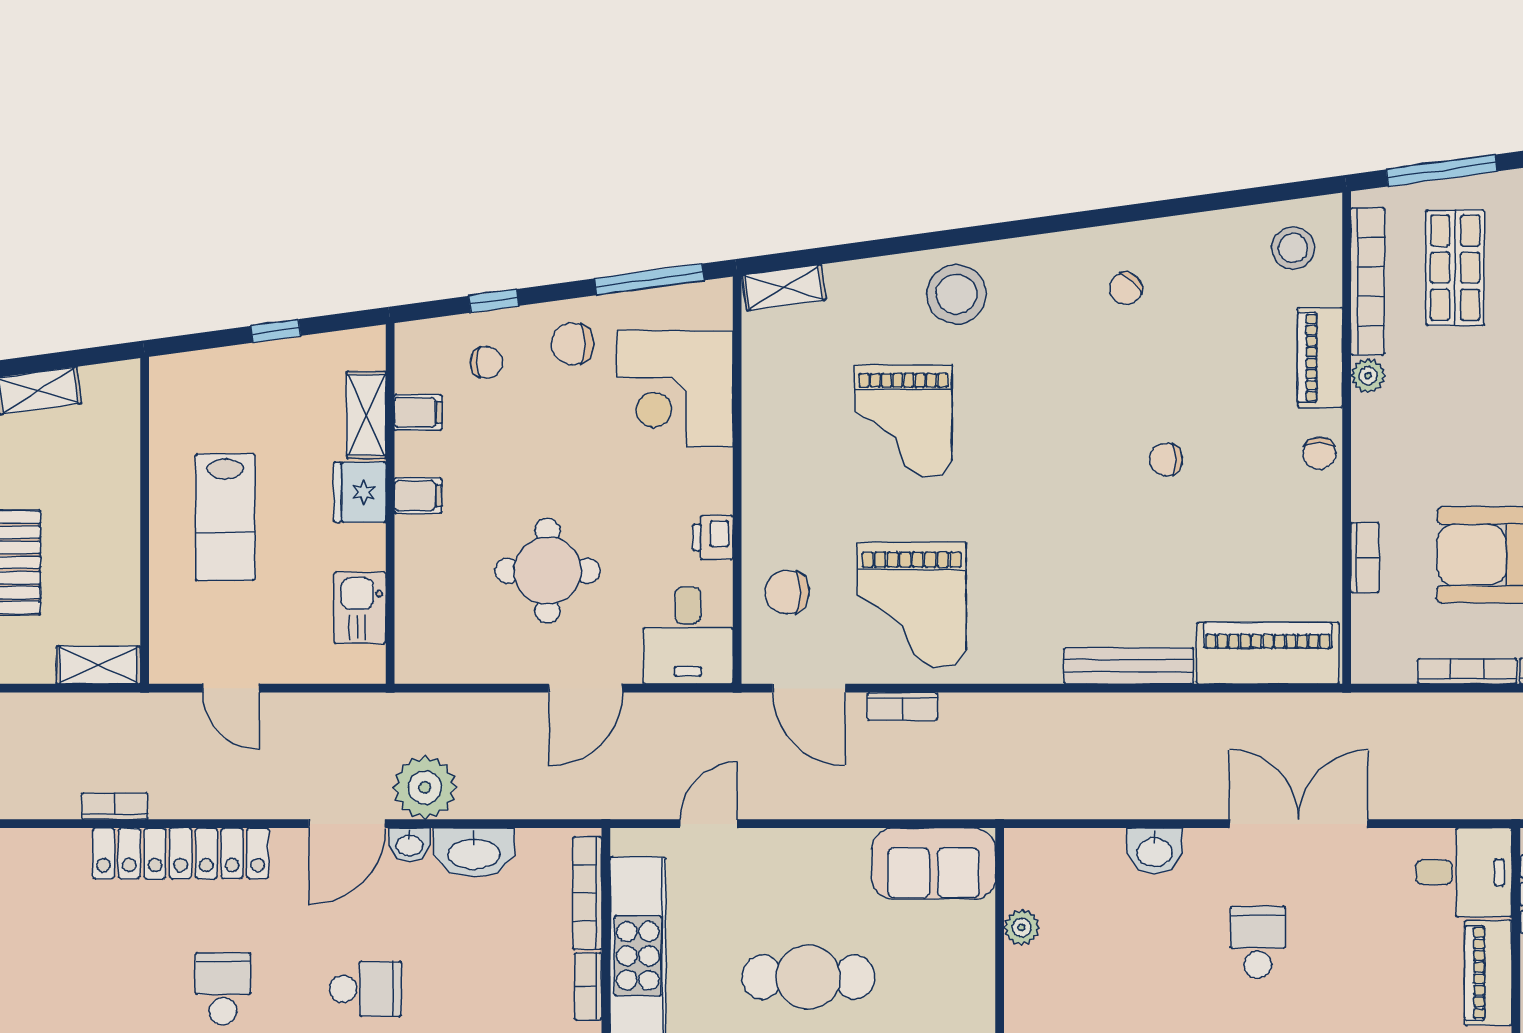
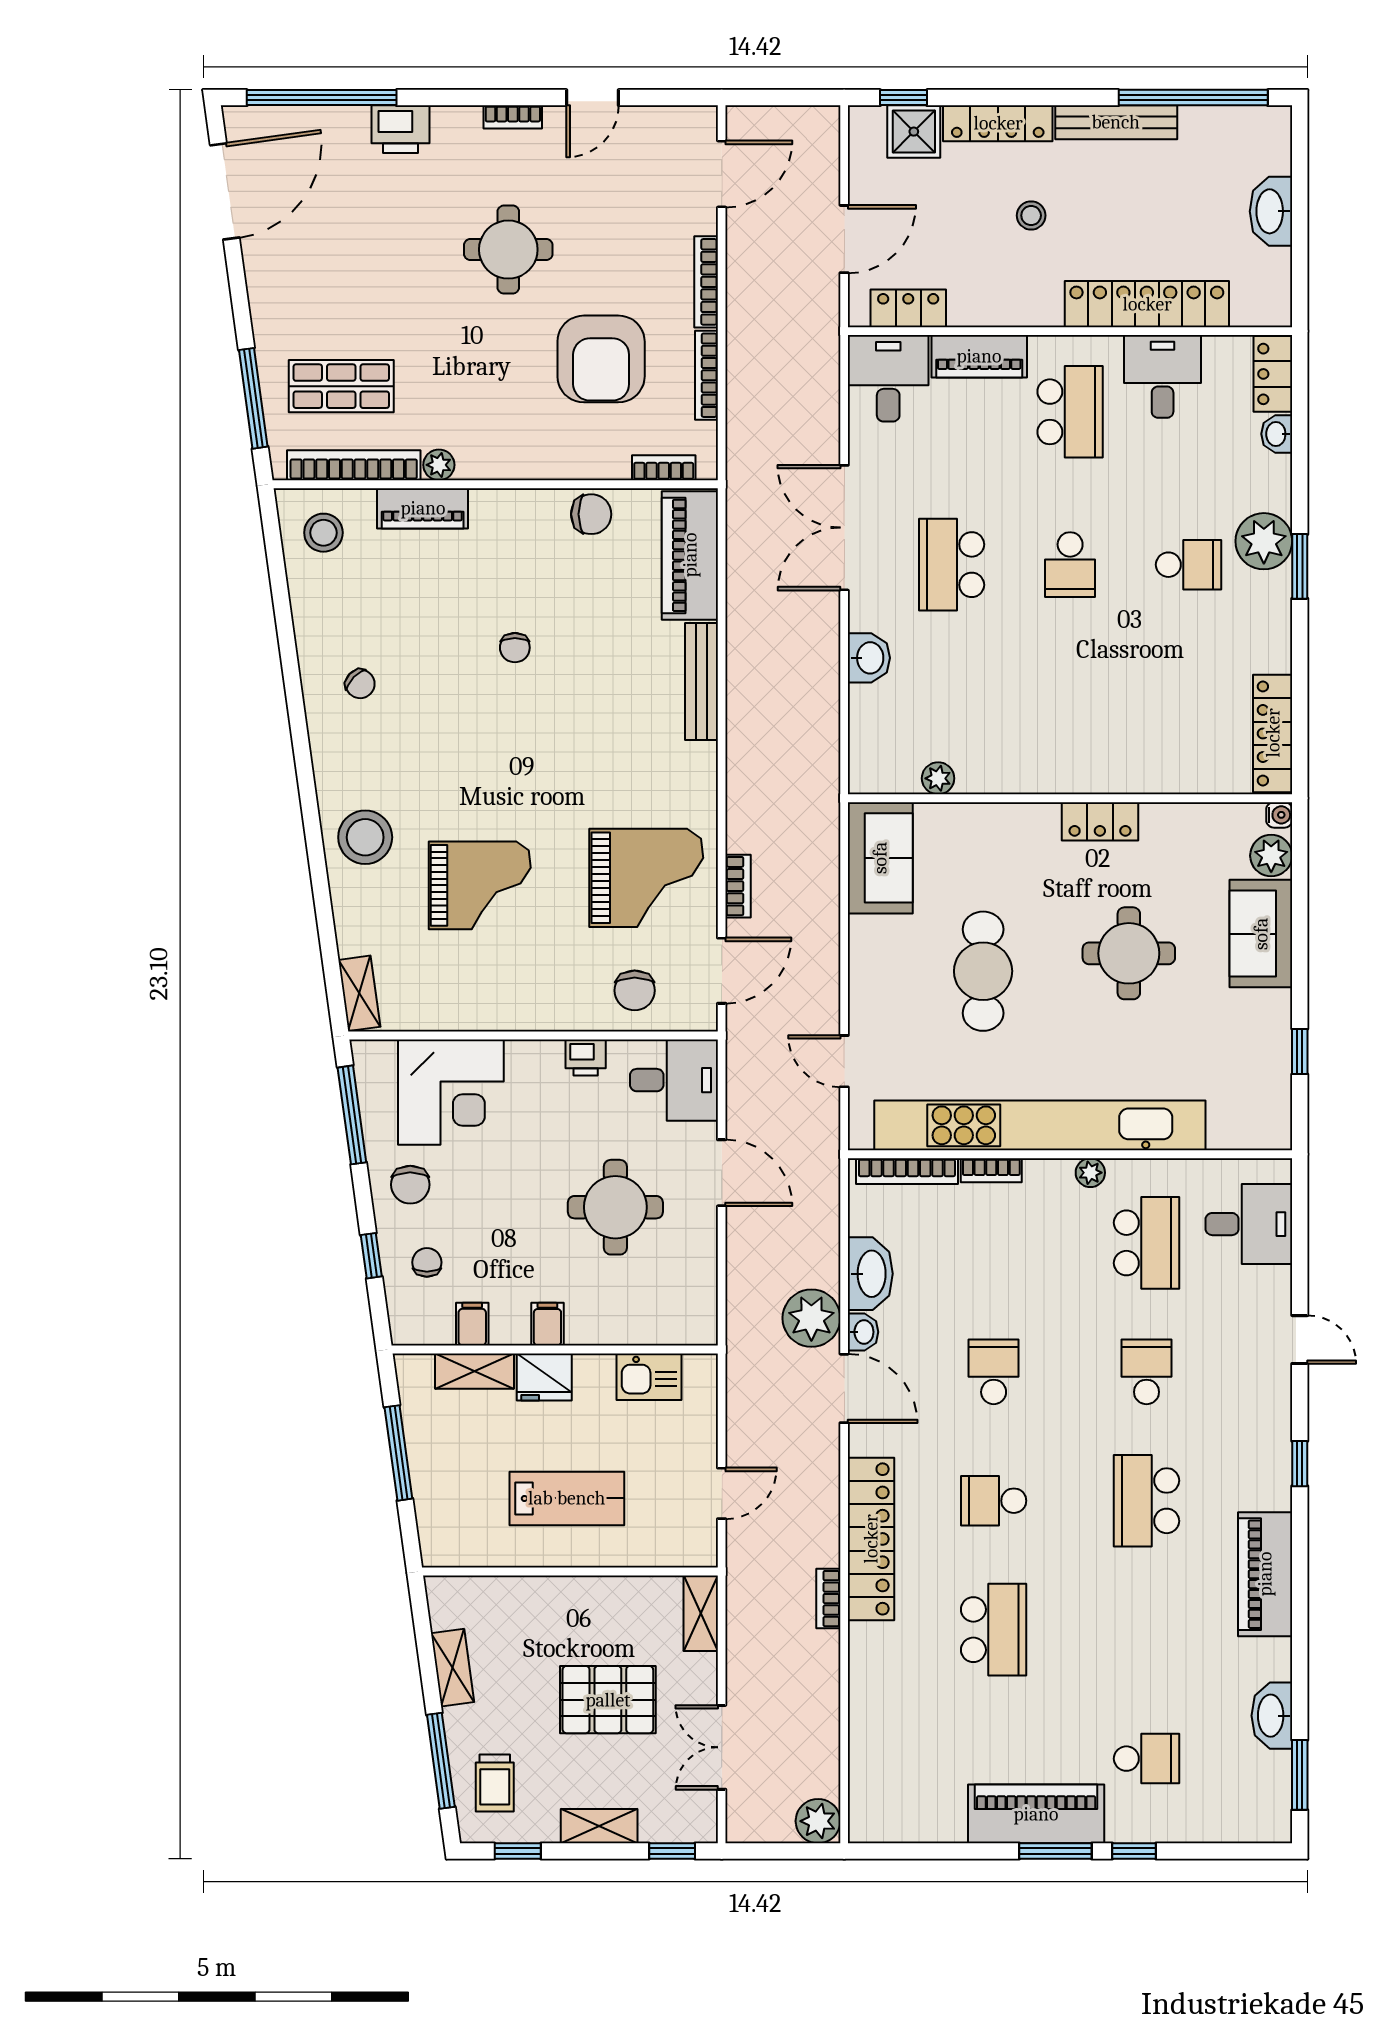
window: (276, 331) -> (398, 1453), width x2.17
chair: (1319, 453) -> (591, 514), moved, width x1.37, depth x1.37
bookcase: (1365, 558) -> (664, 468), moved
school desk: (1258, 942) -> (952, 565), width x1.85
school desk: (80, 989) -> (994, 1630), added

